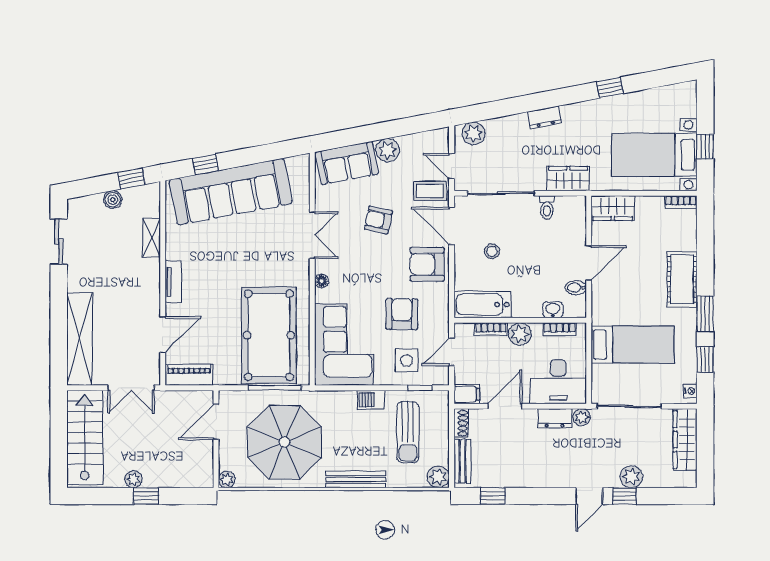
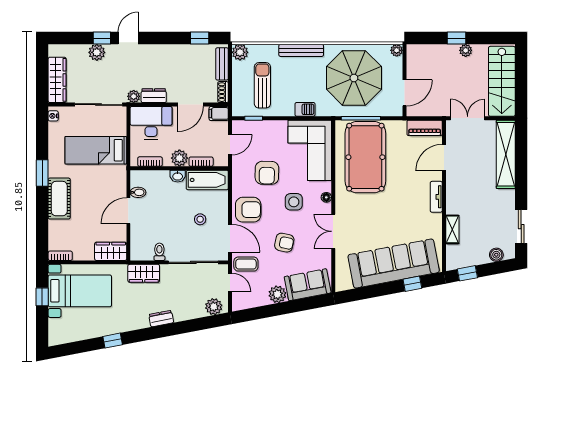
boiler: (113, 200) -> (496, 255), moved
washbasin: (553, 310) -> (178, 176), moved
window: (705, 359) -> (42, 139), removed
side table: (407, 360) -> (294, 202), moved
barbecue: (371, 400) -> (305, 109), moved

